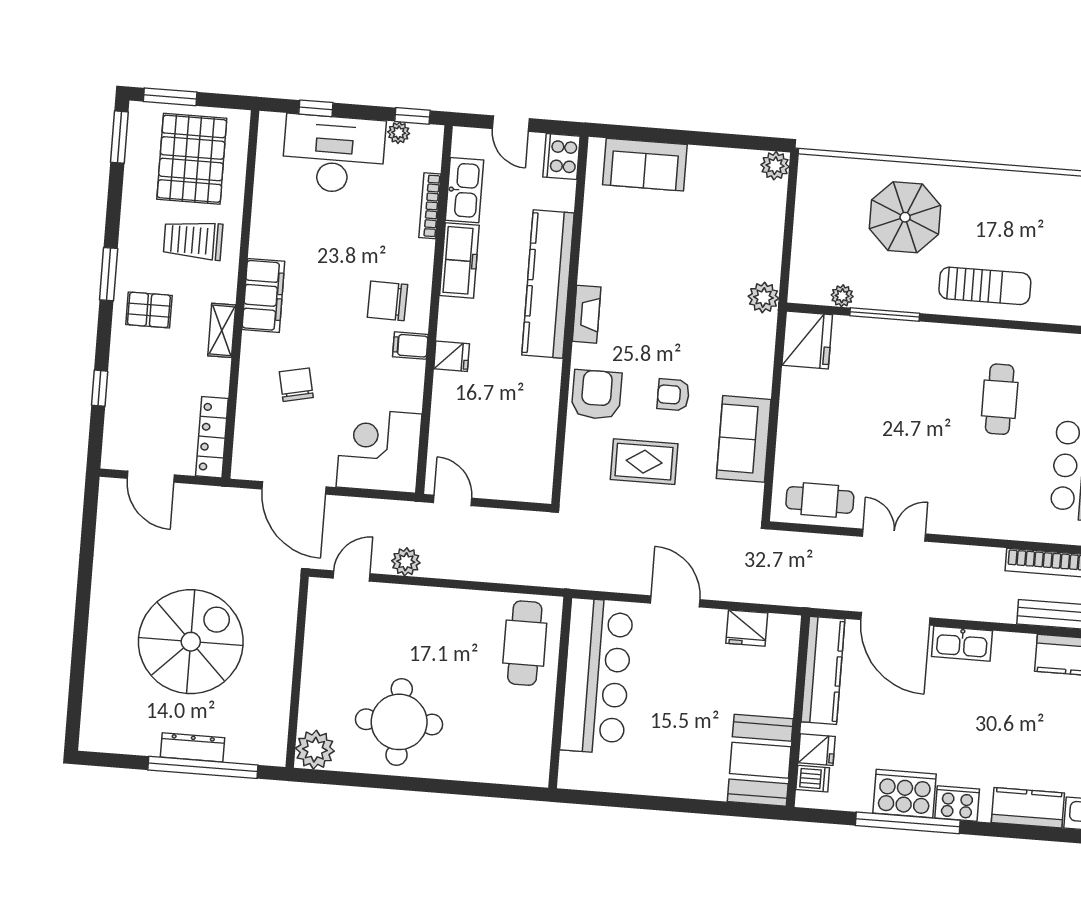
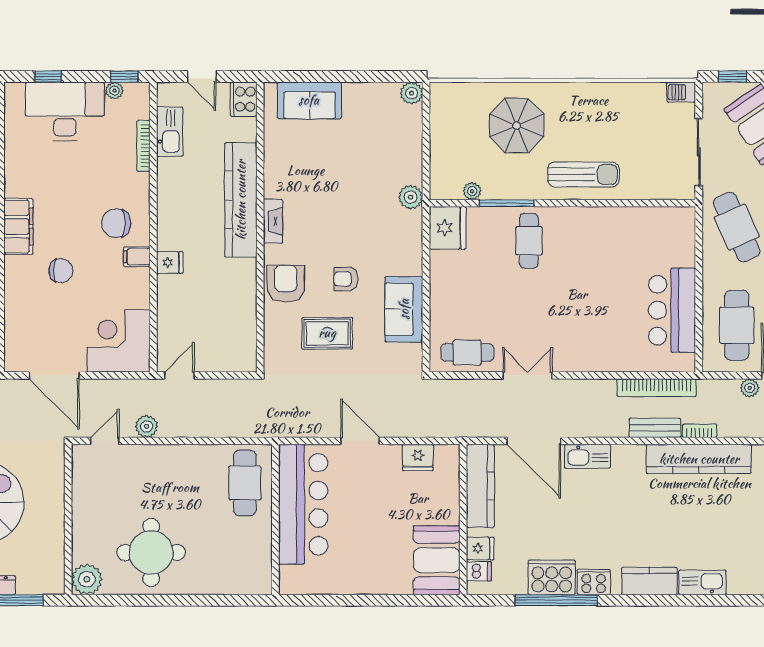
freezer: (459, 260) -> (170, 187), removed
chair: (296, 385) -> (61, 271), moved, turned 102
cafe table: (1000, 399) -> (529, 241), moved
door: (453, 500) -> (179, 375), hinge flipped

